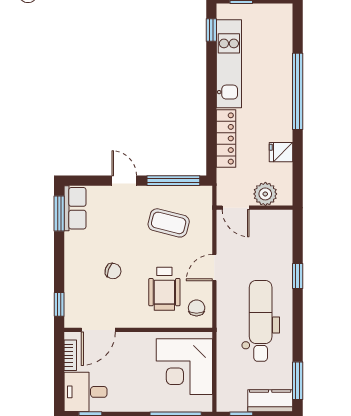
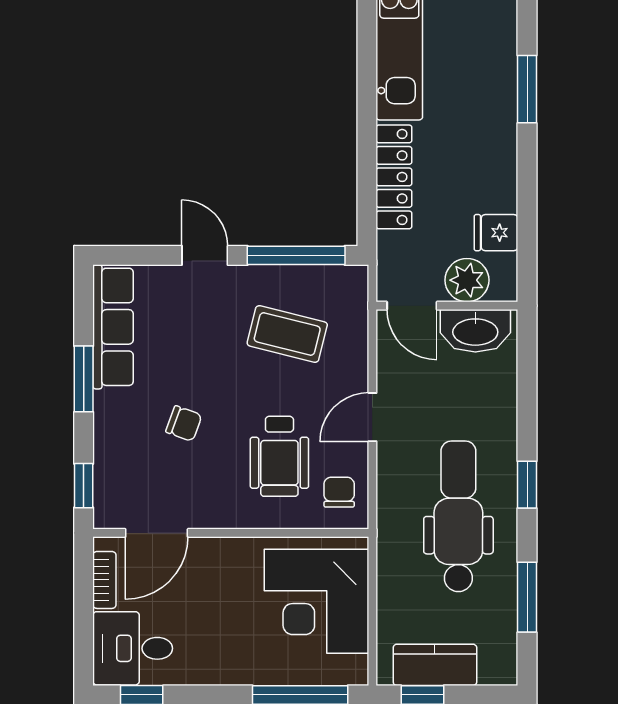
window: (298, 91) -> (527, 89), width x0.47
fridge: (281, 152) -> (496, 233), moved
row of seats: (75, 208) -> (113, 327), width x1.48
window: (59, 213) -> (84, 379), moved
washbasin: (270, 221) -> (475, 331), added
window: (298, 276) -> (527, 485), moved
window: (298, 381) -> (527, 597), moved
kitchen counter: (270, 401) -> (435, 665), moved

